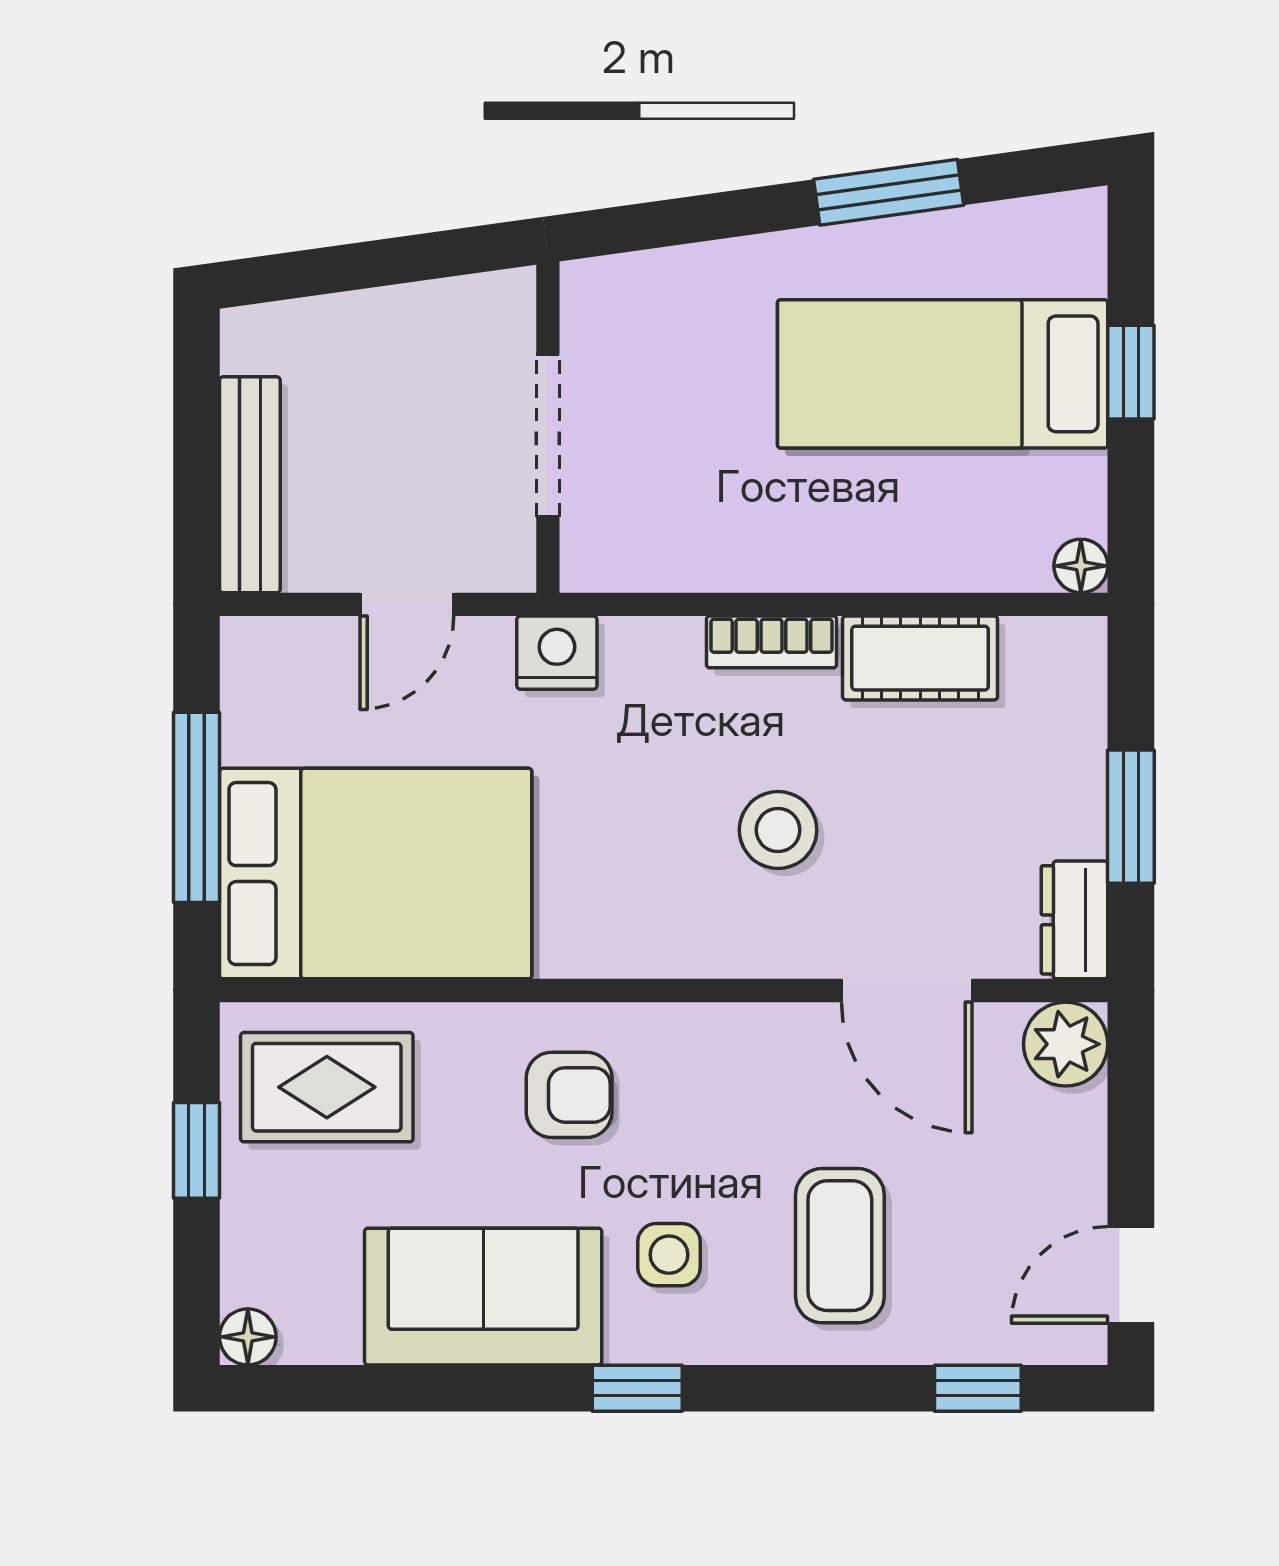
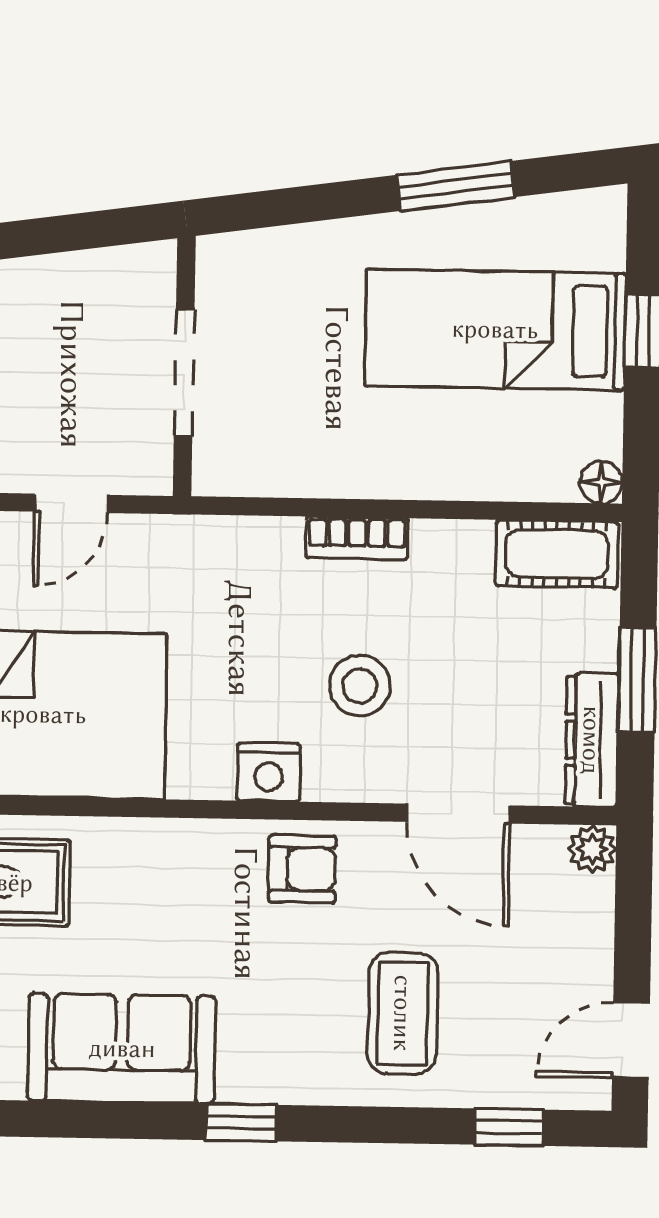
nightstand: (557, 653) -> (268, 772), moved, turned 180
cot: (920, 658) -> (557, 554), moved
dresser: (1075, 920) -> (592, 740), width x1.44
plant: (1066, 1044) -> (592, 849), width x0.73, depth x0.73
armchair: (569, 1095) -> (302, 869), moved
side table: (669, 1255) -> (268, 1018), removed

